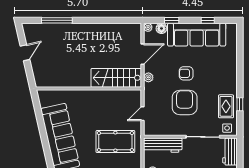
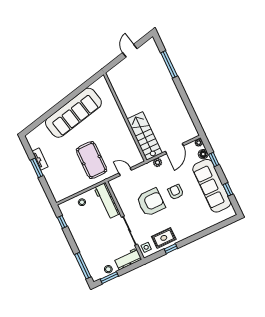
door: (25, 53) -> (130, 51), swing flipped
door: (142, 54) -> (174, 148), hinge flipped

